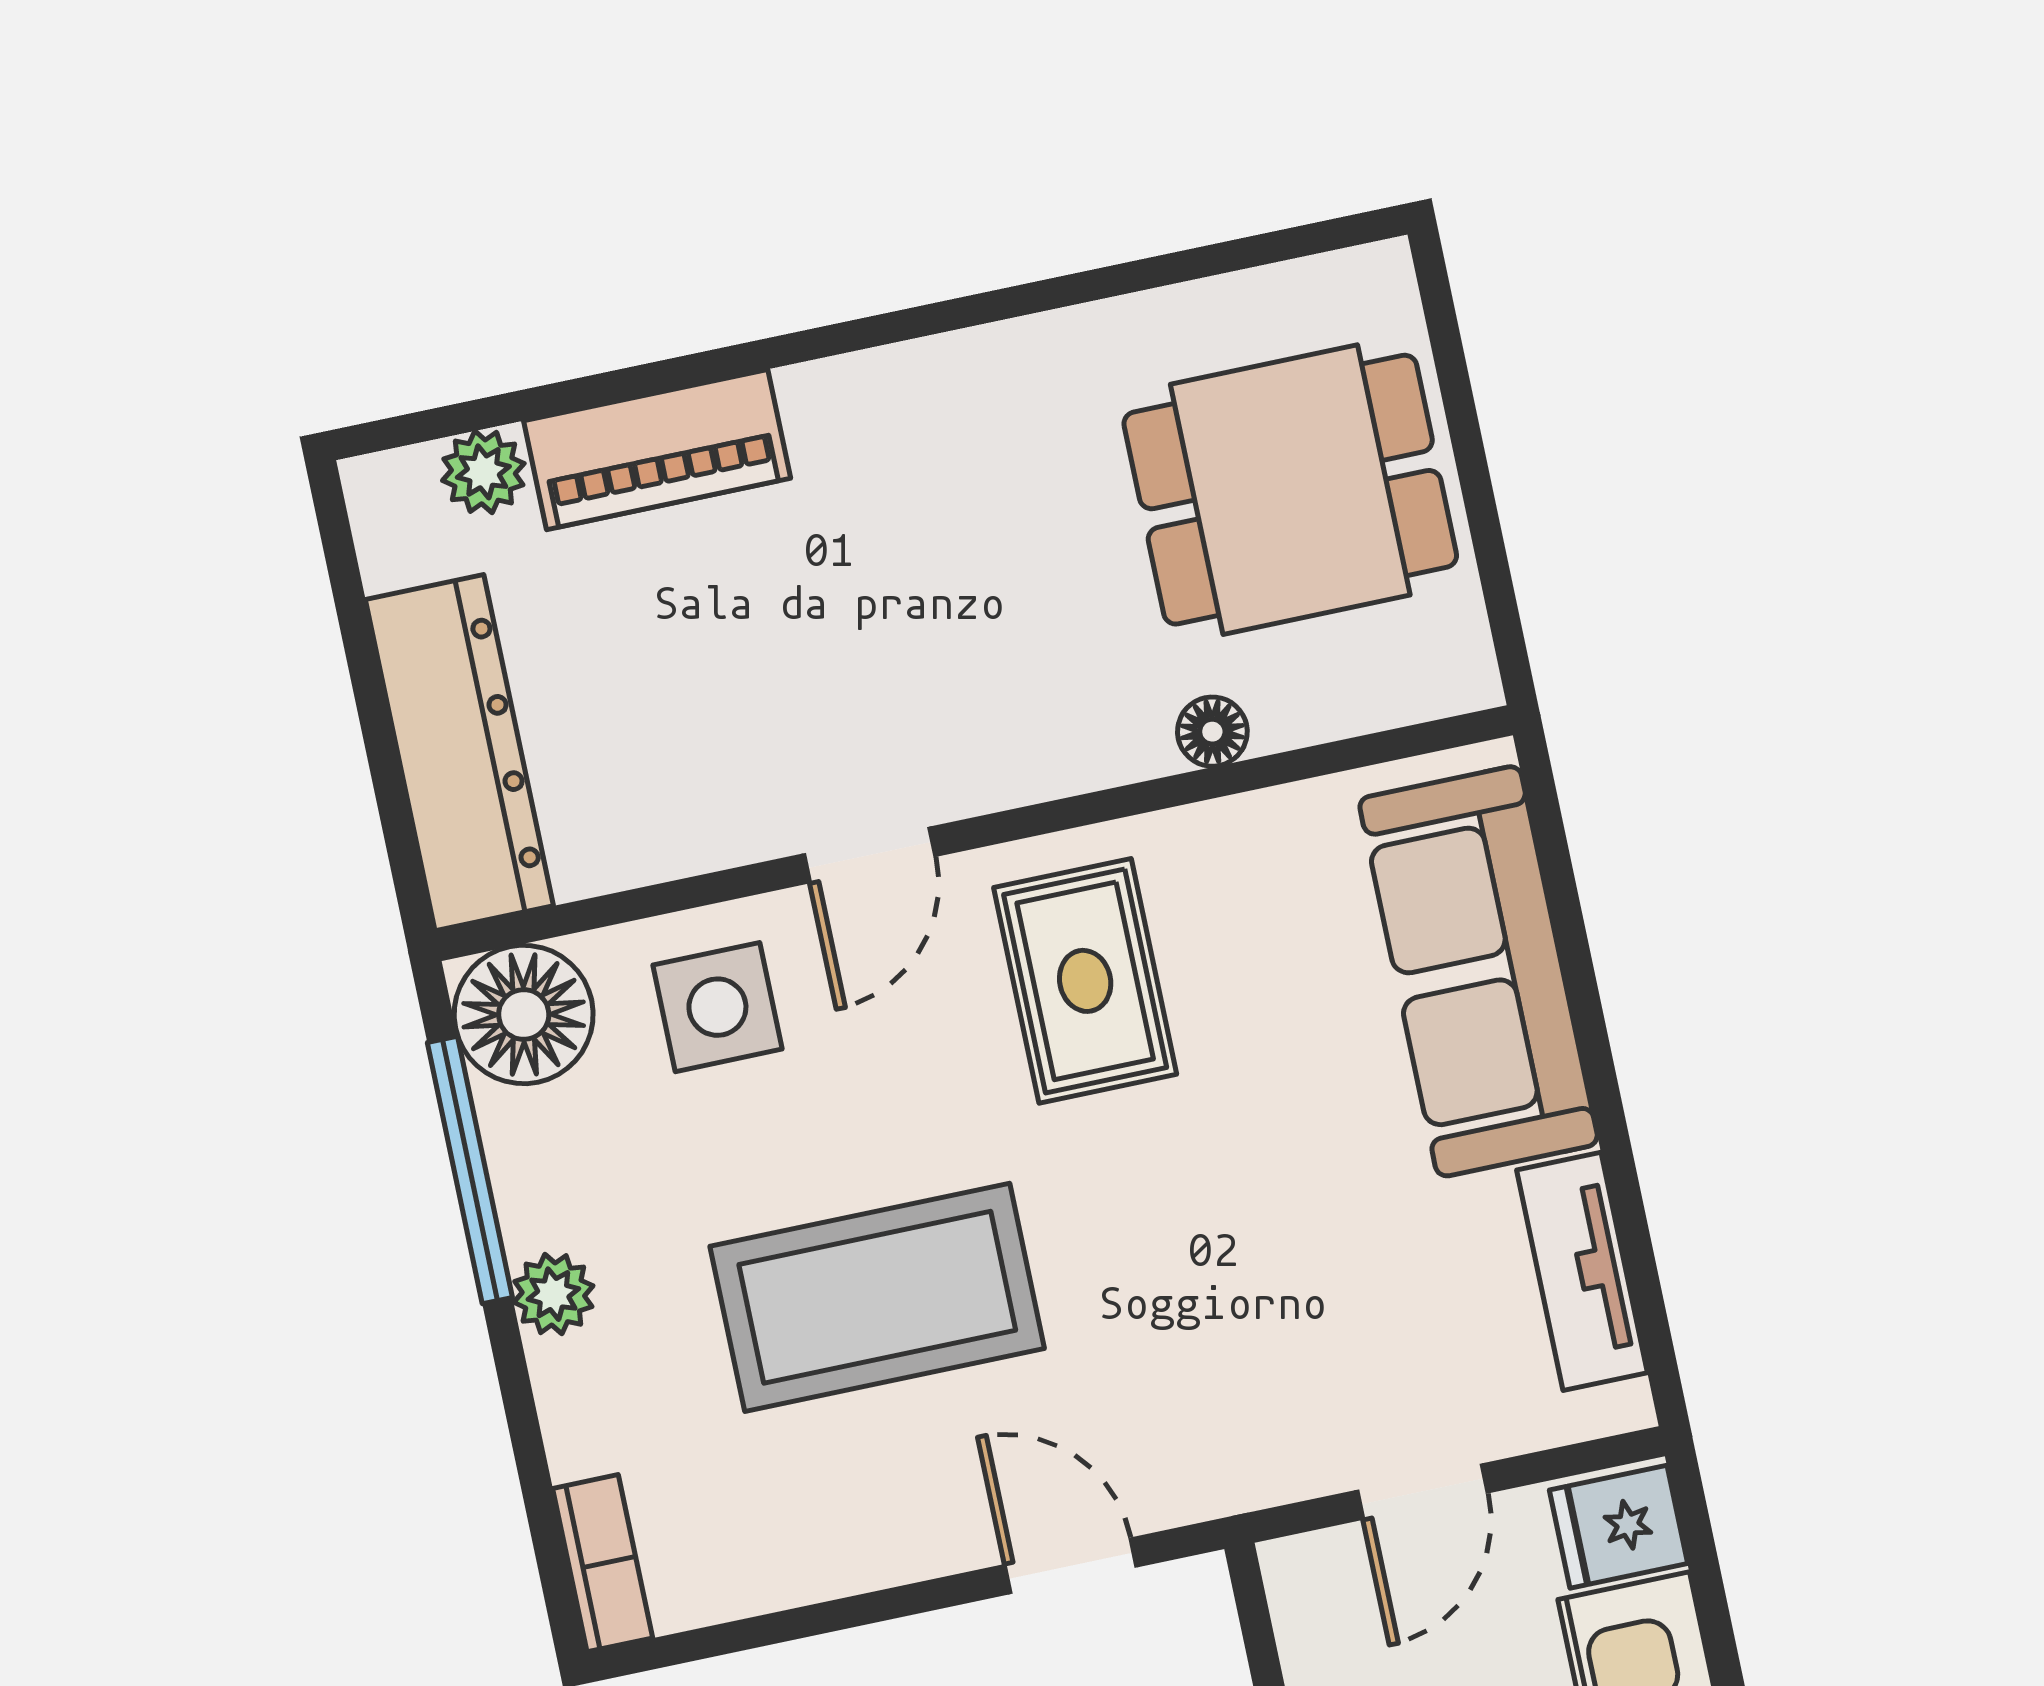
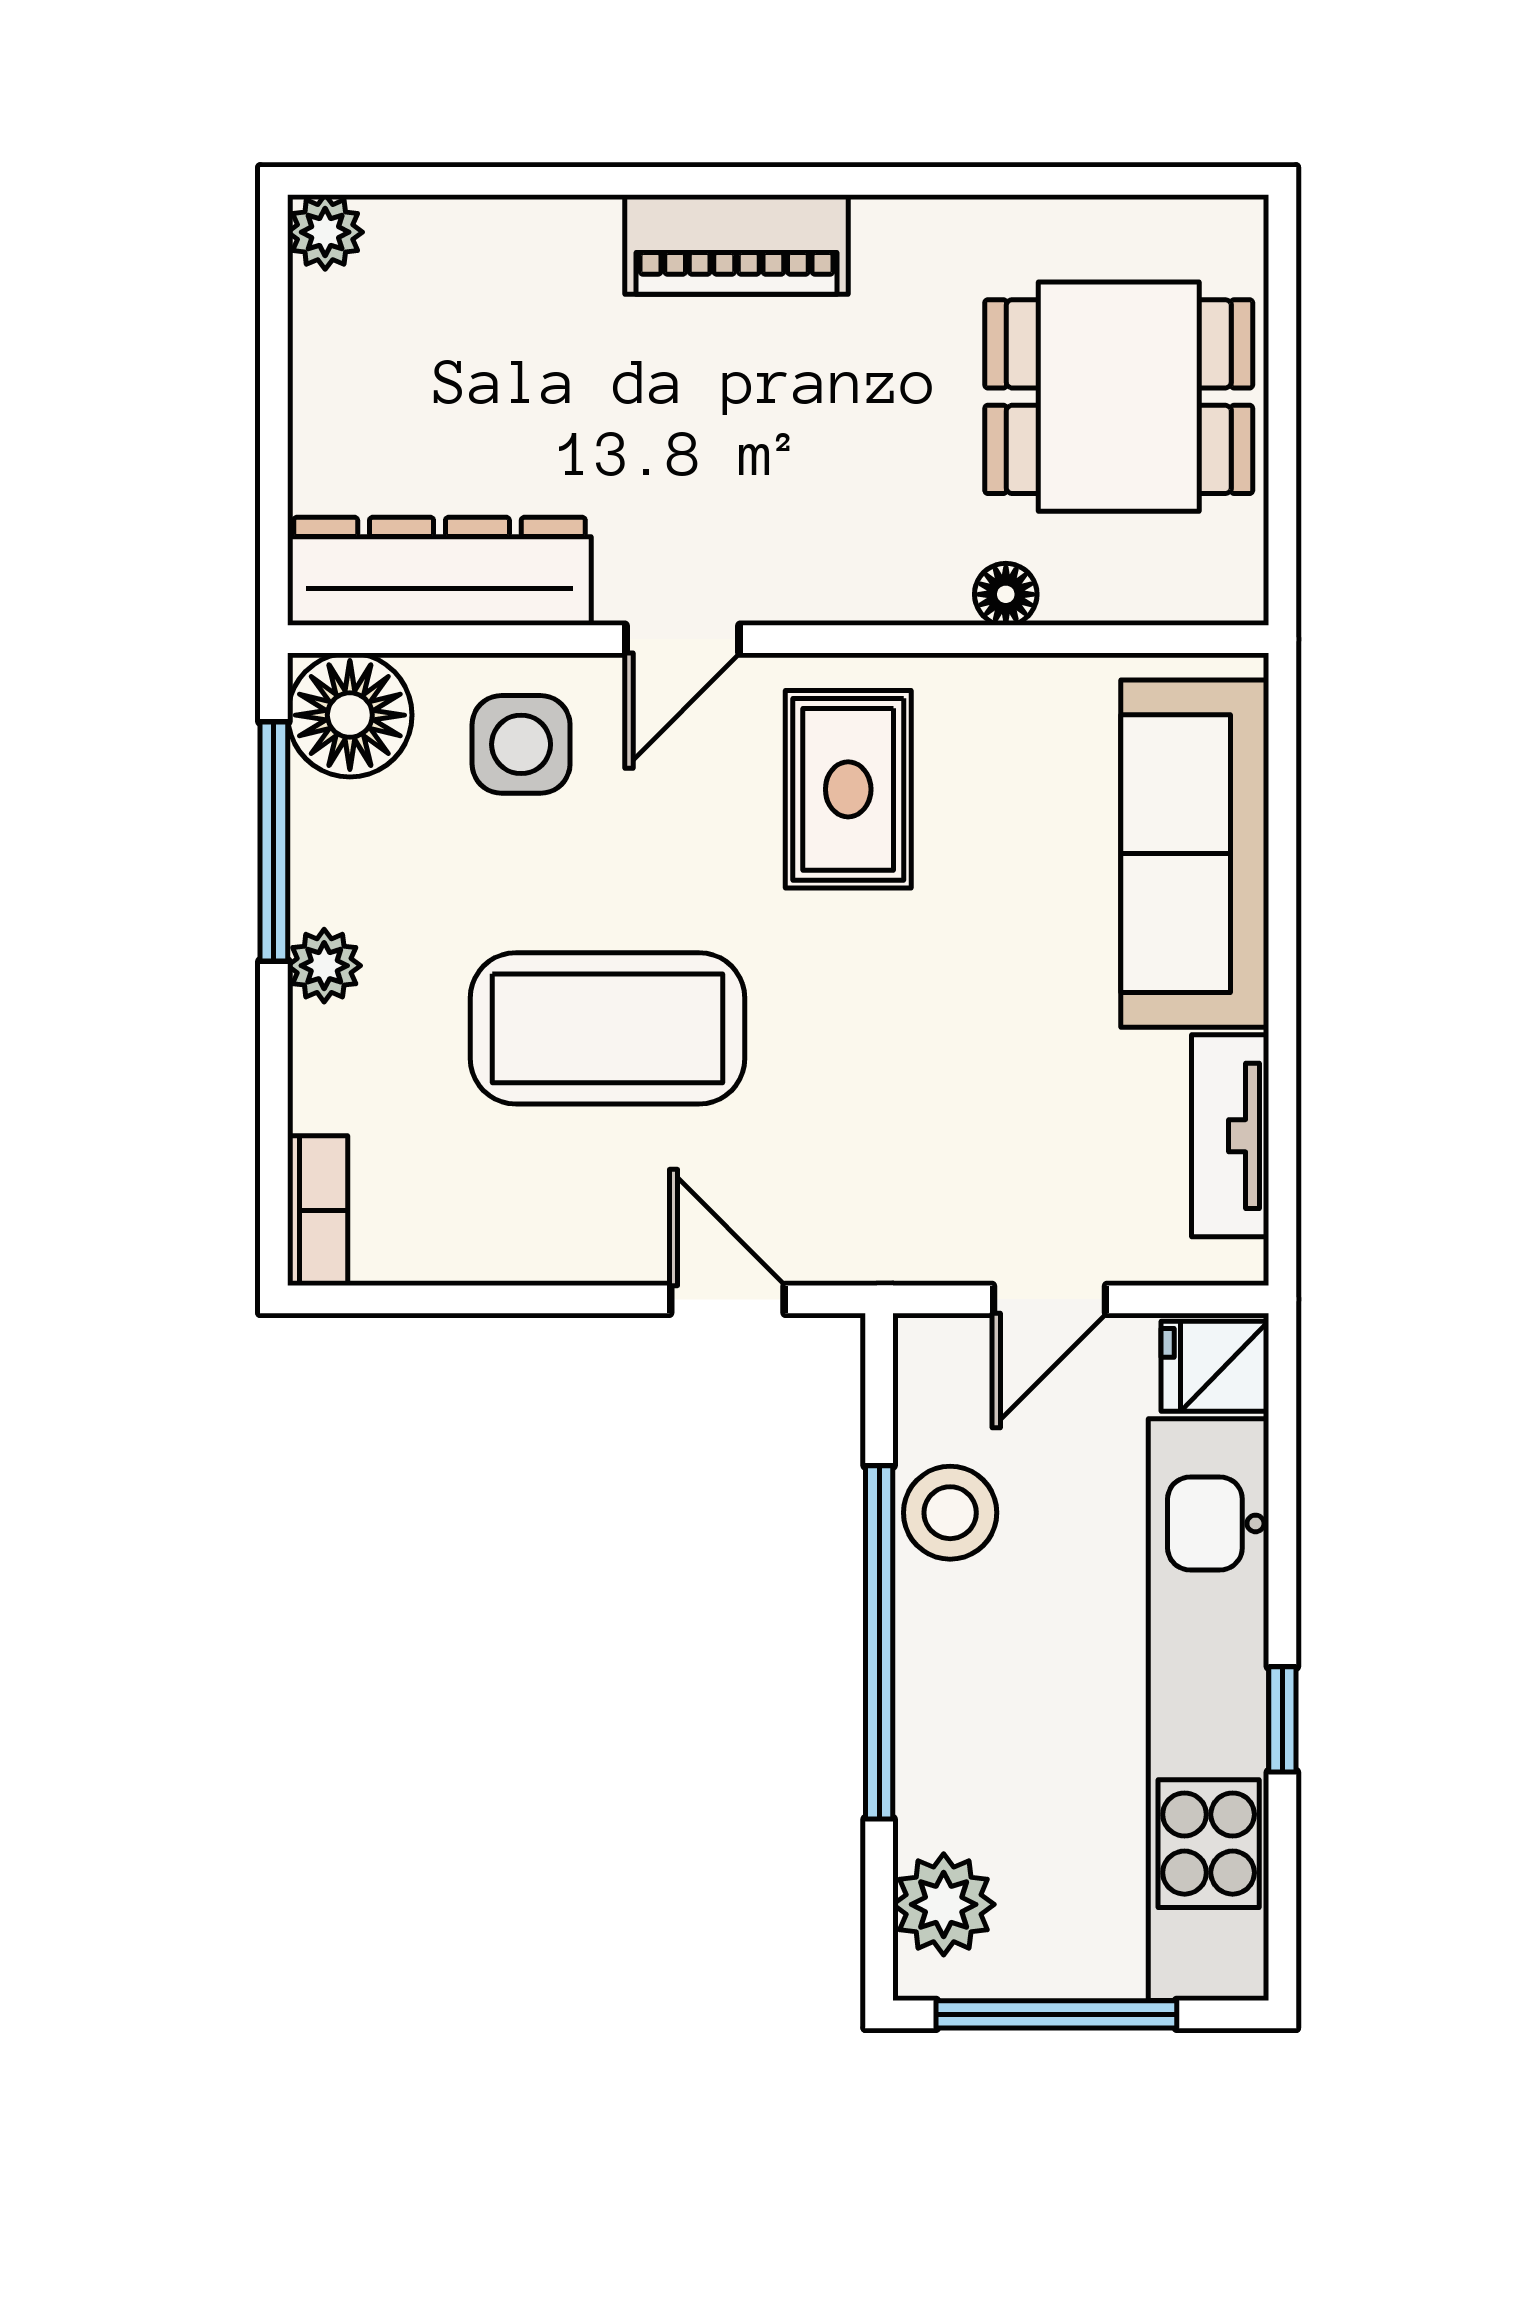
piano: (657, 450) -> (737, 244), moved
plant: (483, 472) -> (325, 232), moved
dresser: (459, 753) -> (439, 571), moved, turned -90

